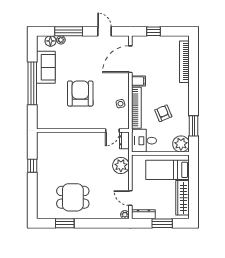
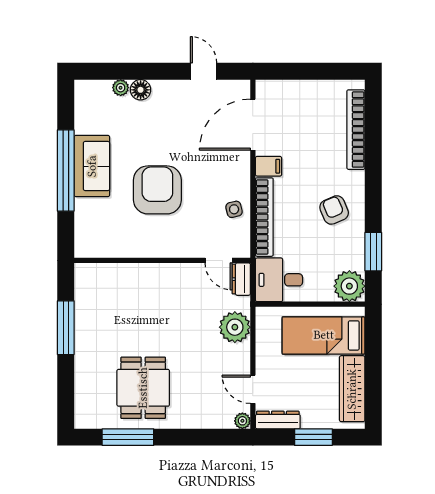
window: (69, 31) -> (135, 71), removed
window: (153, 31) -> (297, 71), removed
floor lamp: (50, 41) -> (141, 90), moved
sofa: (46, 67) -> (92, 166), moved
armchair: (163, 113) -> (334, 210), moved
door: (112, 130) -> (219, 260), hinge flipped
window: (32, 166) -> (66, 328), width x2.17
dining table: (73, 197) -> (143, 388), turned 90
window: (65, 223) -> (128, 437), width x1.44

